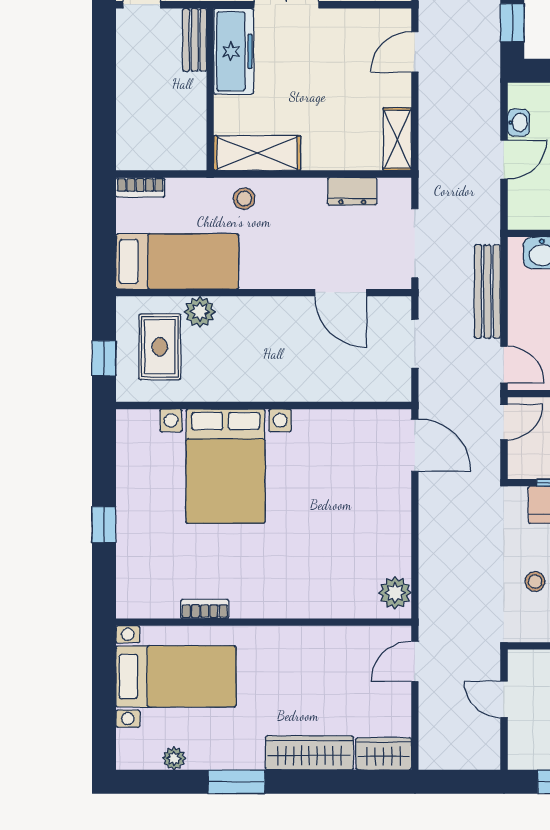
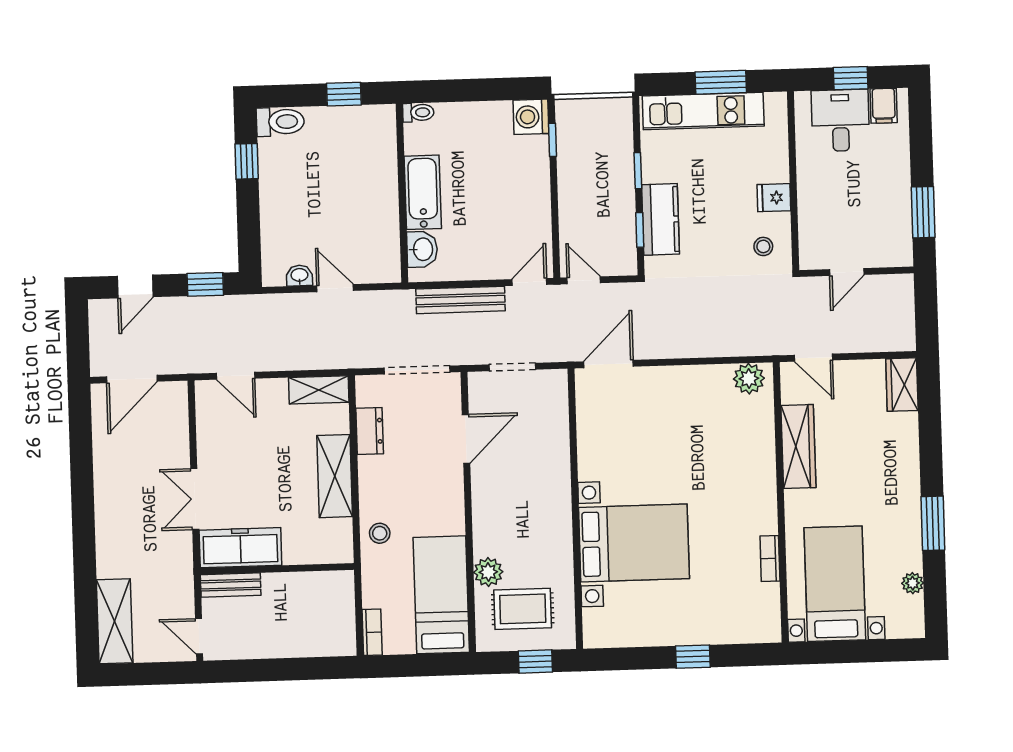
shelving: (257, 153) -> (335, 476), moved
stool: (535, 581) -> (763, 246), moved
wardrobe: (309, 753) -> (798, 447), moved, turned 180

